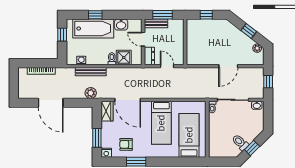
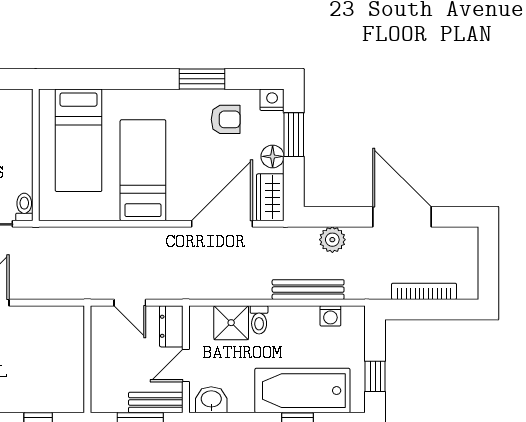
washbasin: (121, 25) -> (211, 400), moved
door: (143, 39) -> (186, 366), swing flipped
plant: (91, 93) -> (332, 240), moved
door: (128, 100) -> (222, 224), hinge flipped
floor lamp: (106, 129) -> (273, 156), added

